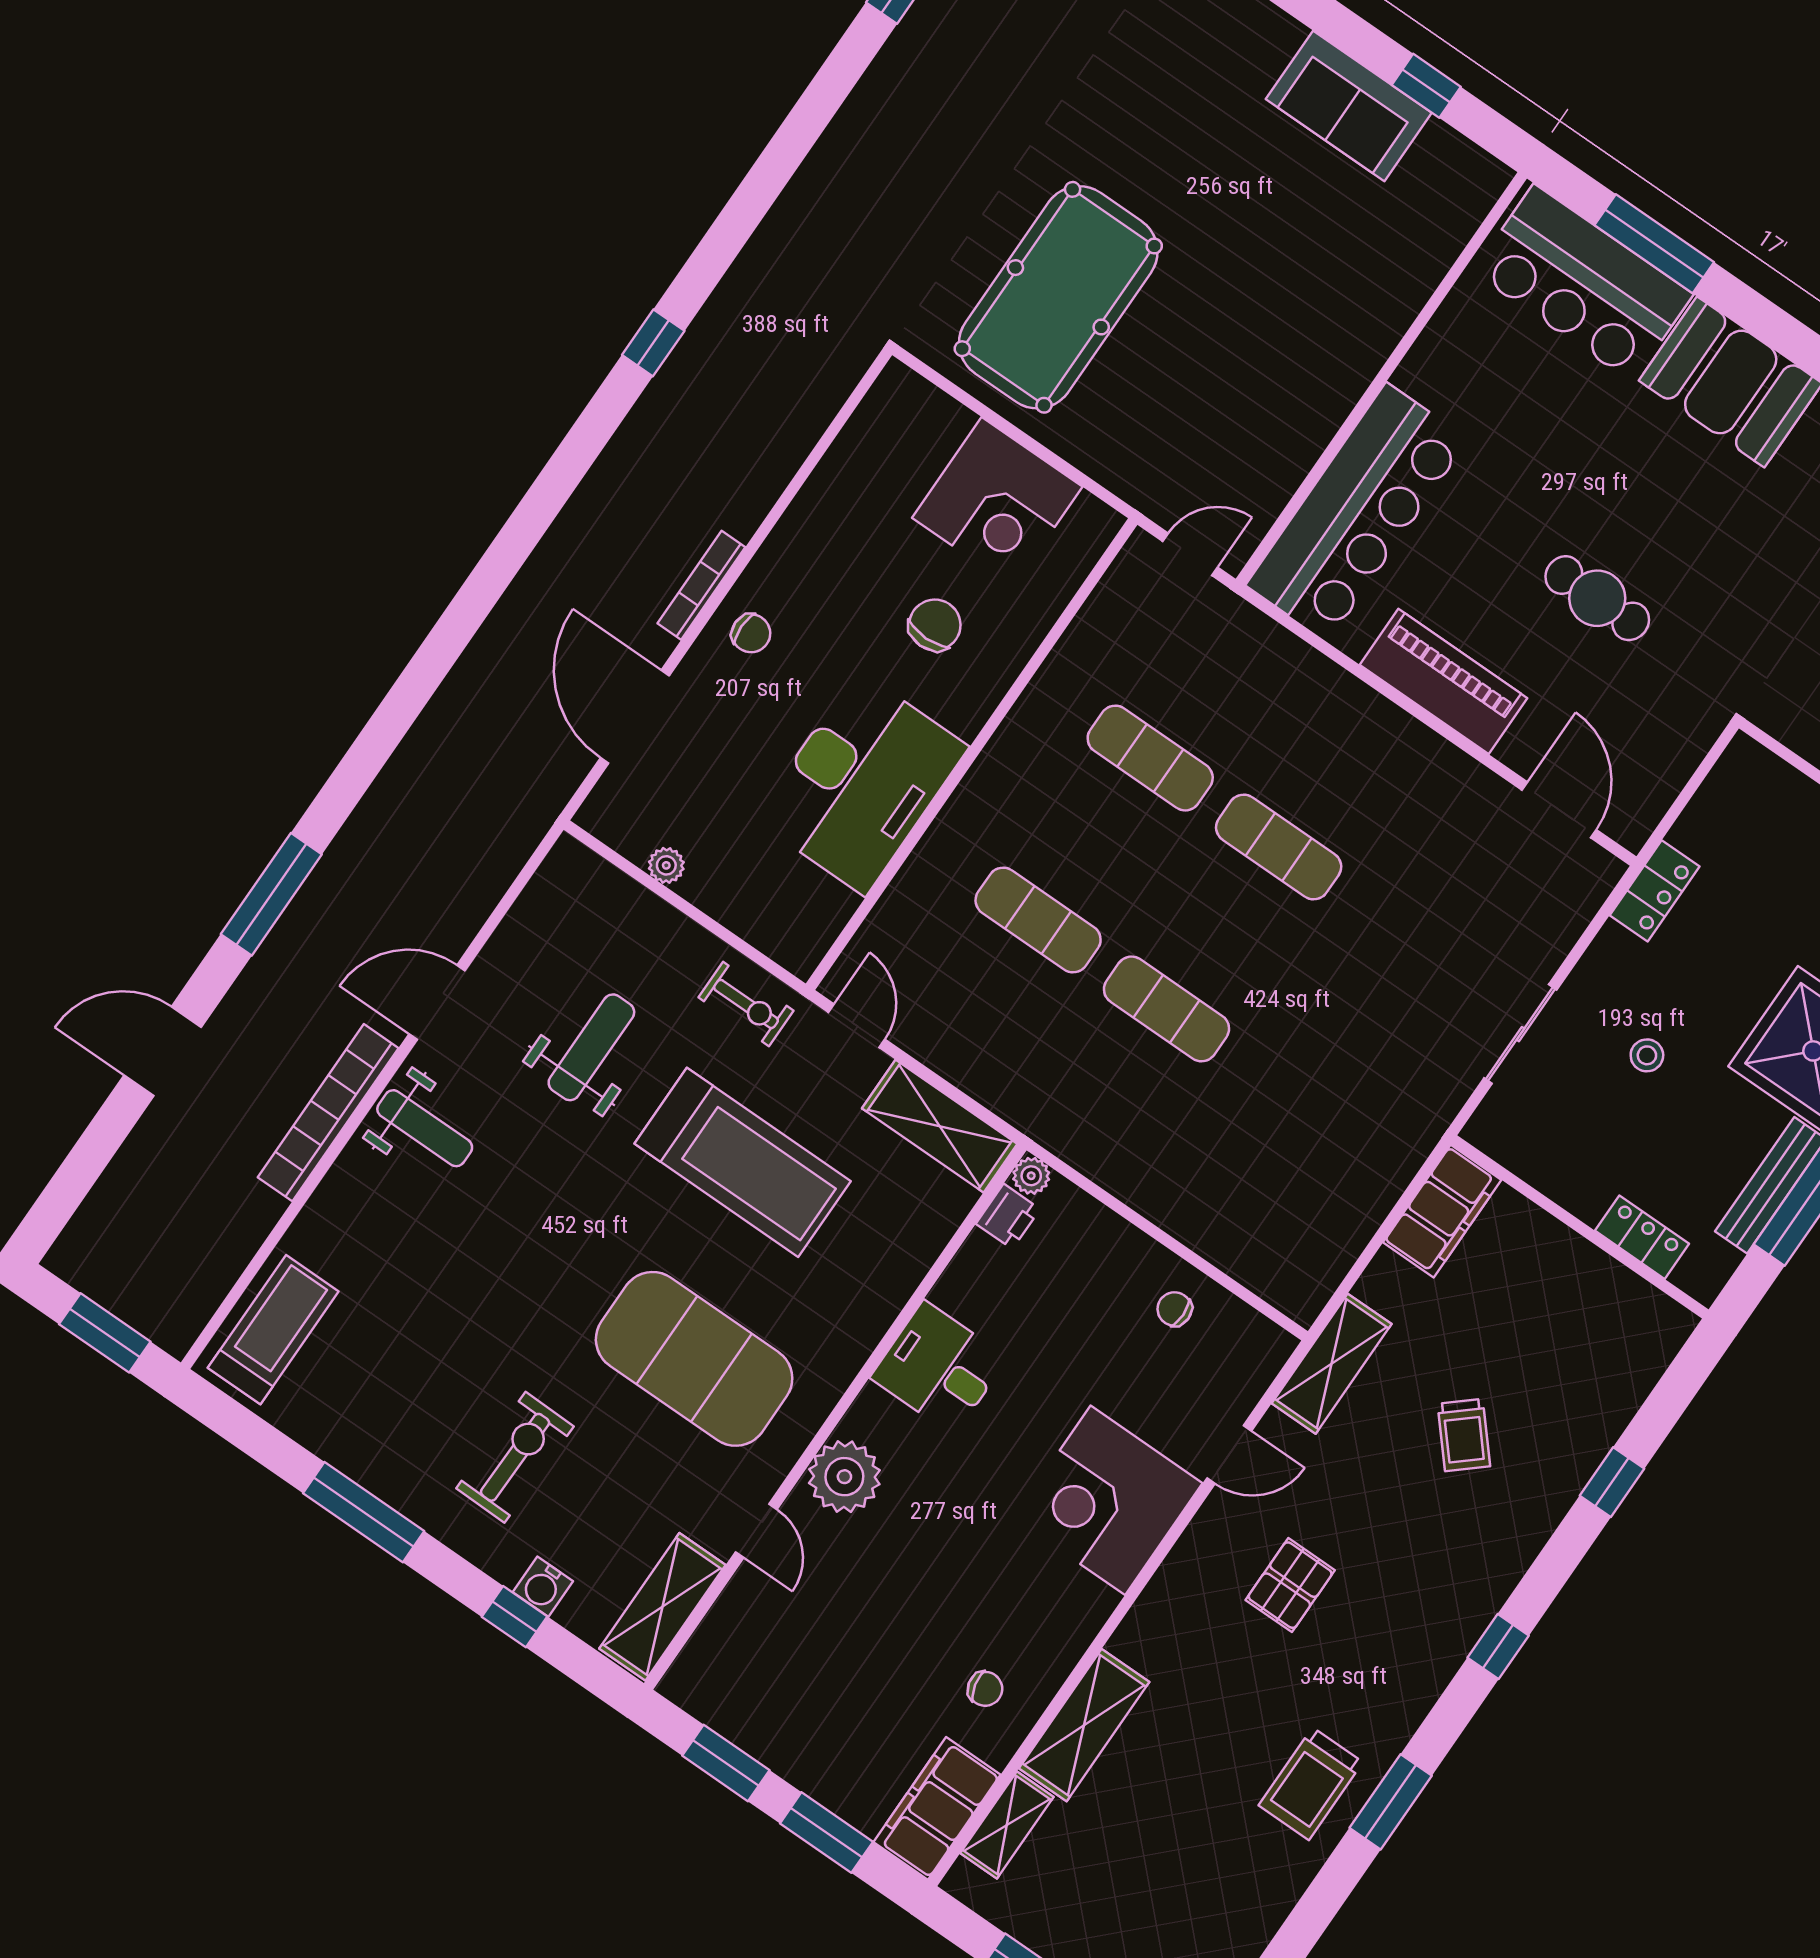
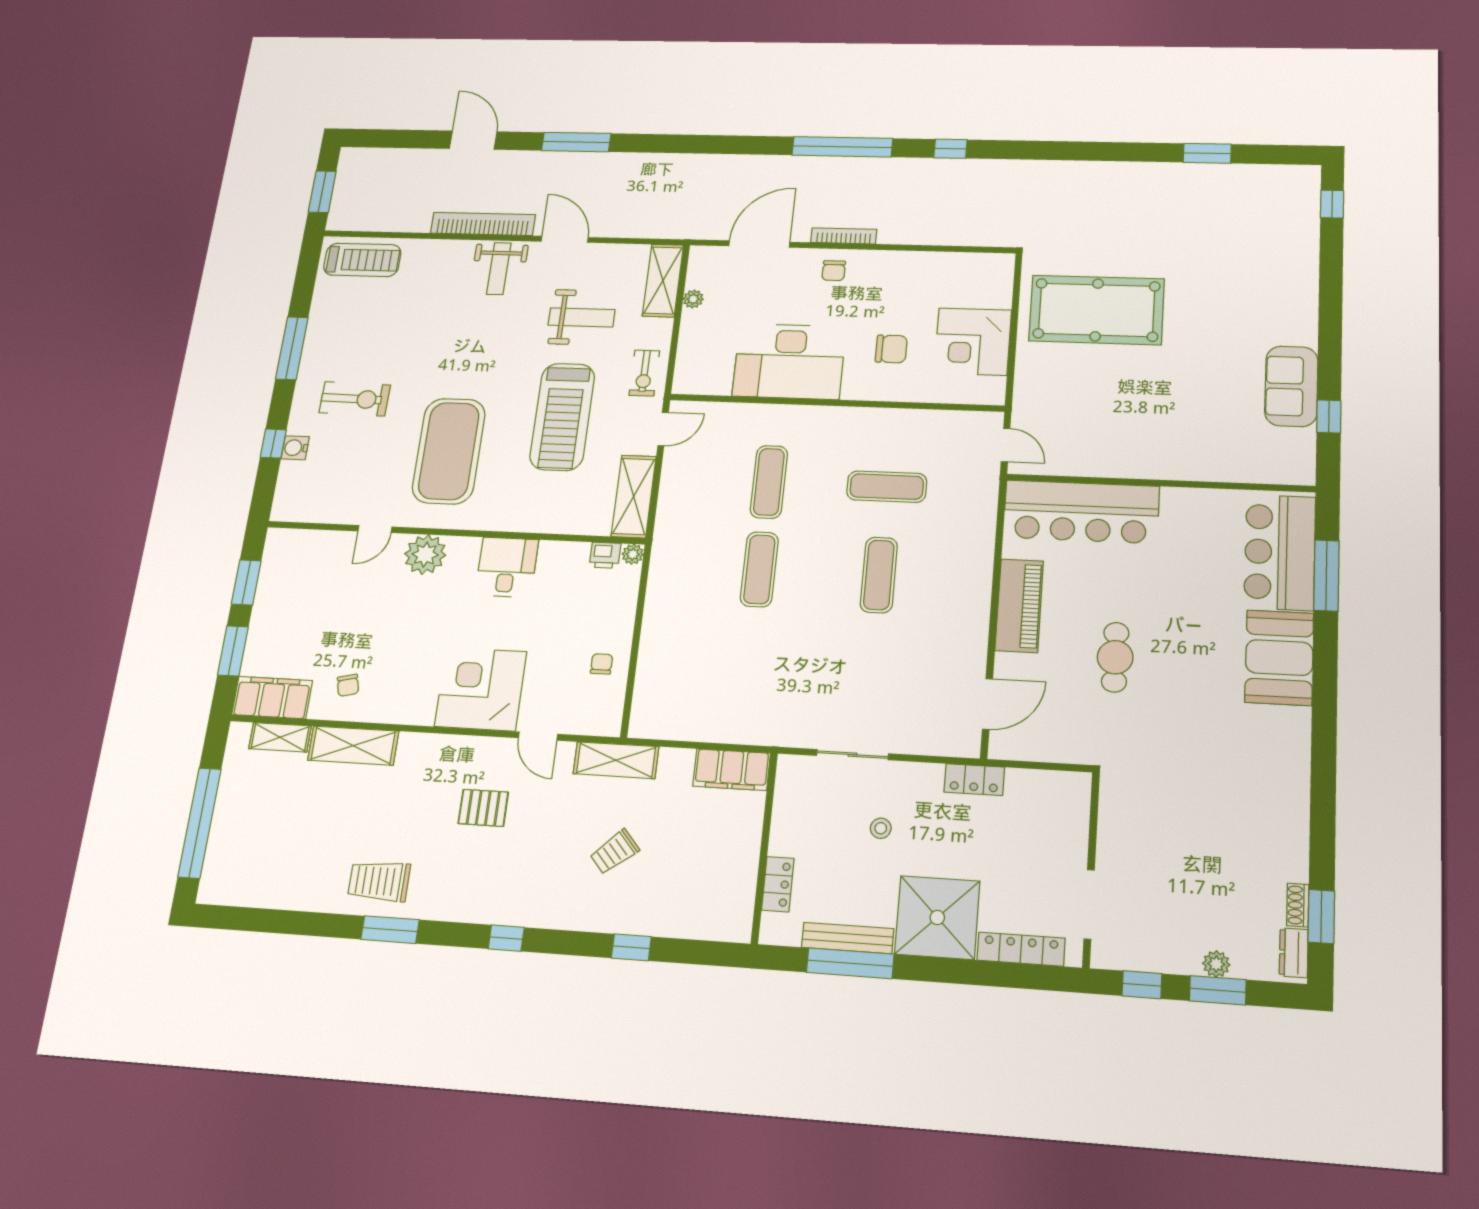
window: (545, 499) -> (842, 147), added
exercise mat: (1150, 758) -> (887, 487), turned 90
shelving: (662, 1607) -> (663, 280), moved, turned 90

